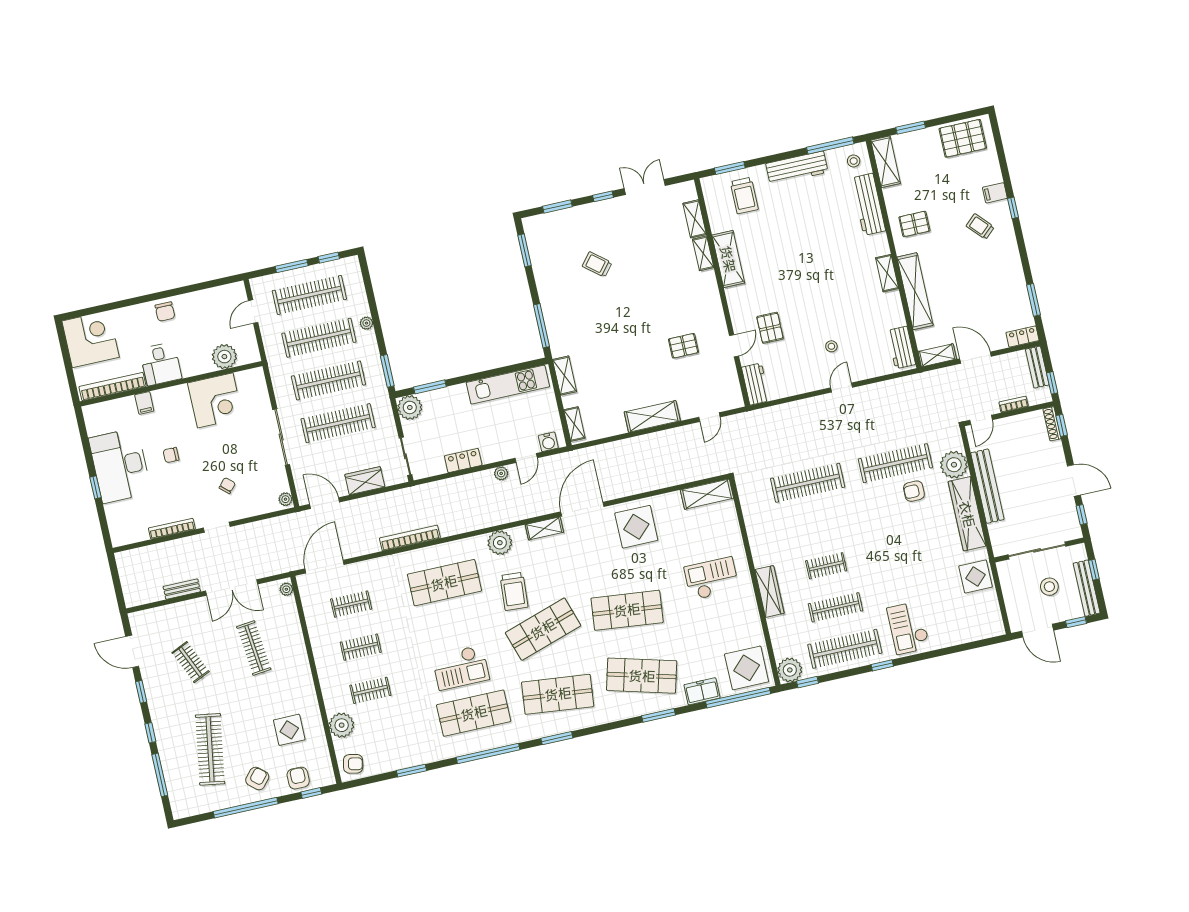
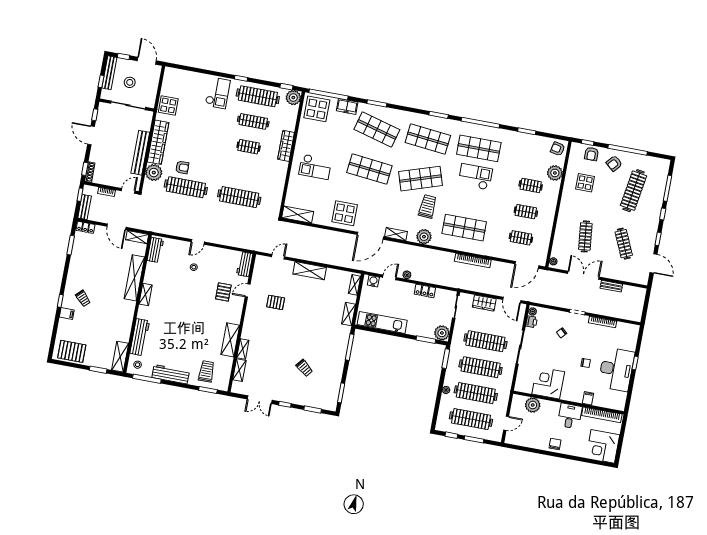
pallet: (914, 224) -> (119, 315), removed
printer: (280, 483) -> (532, 322), added
clothes rail: (191, 662) -> (624, 244), width x1.36

